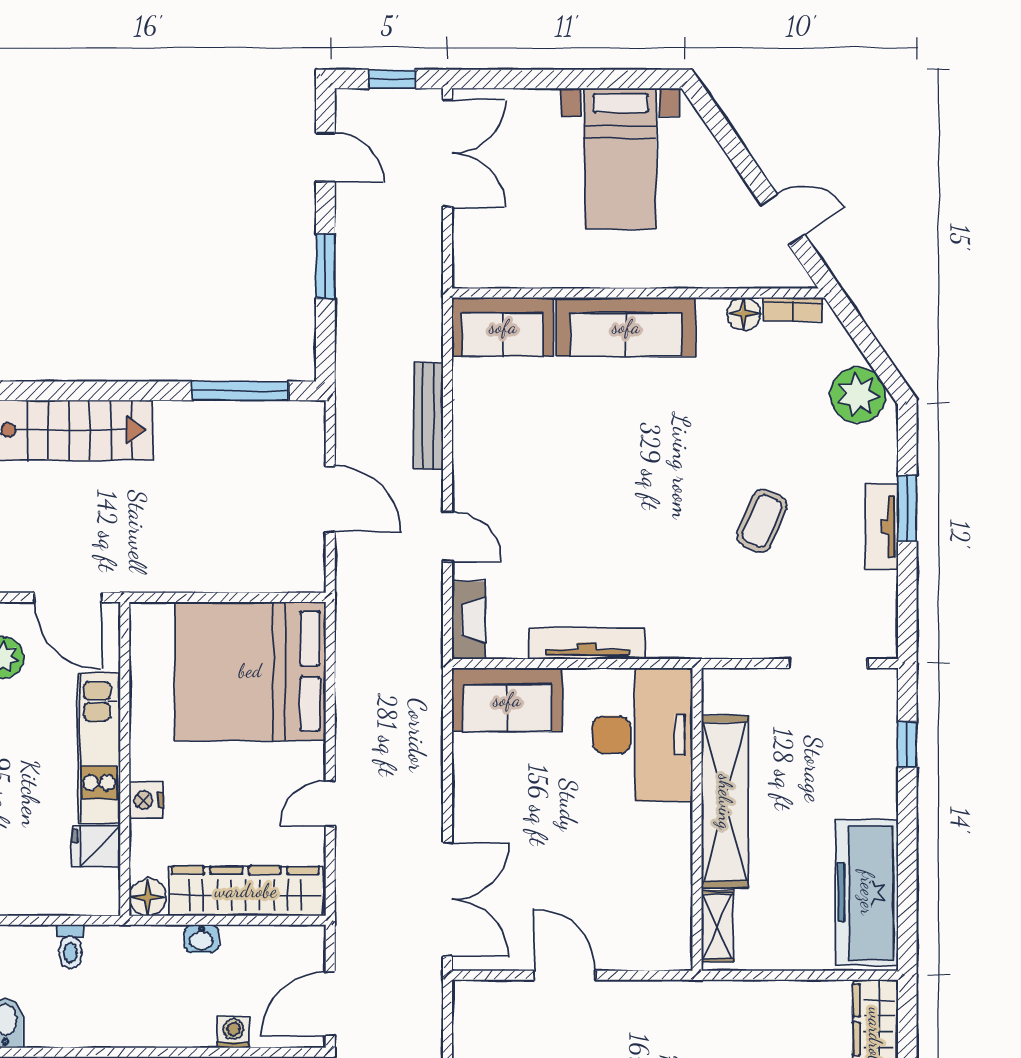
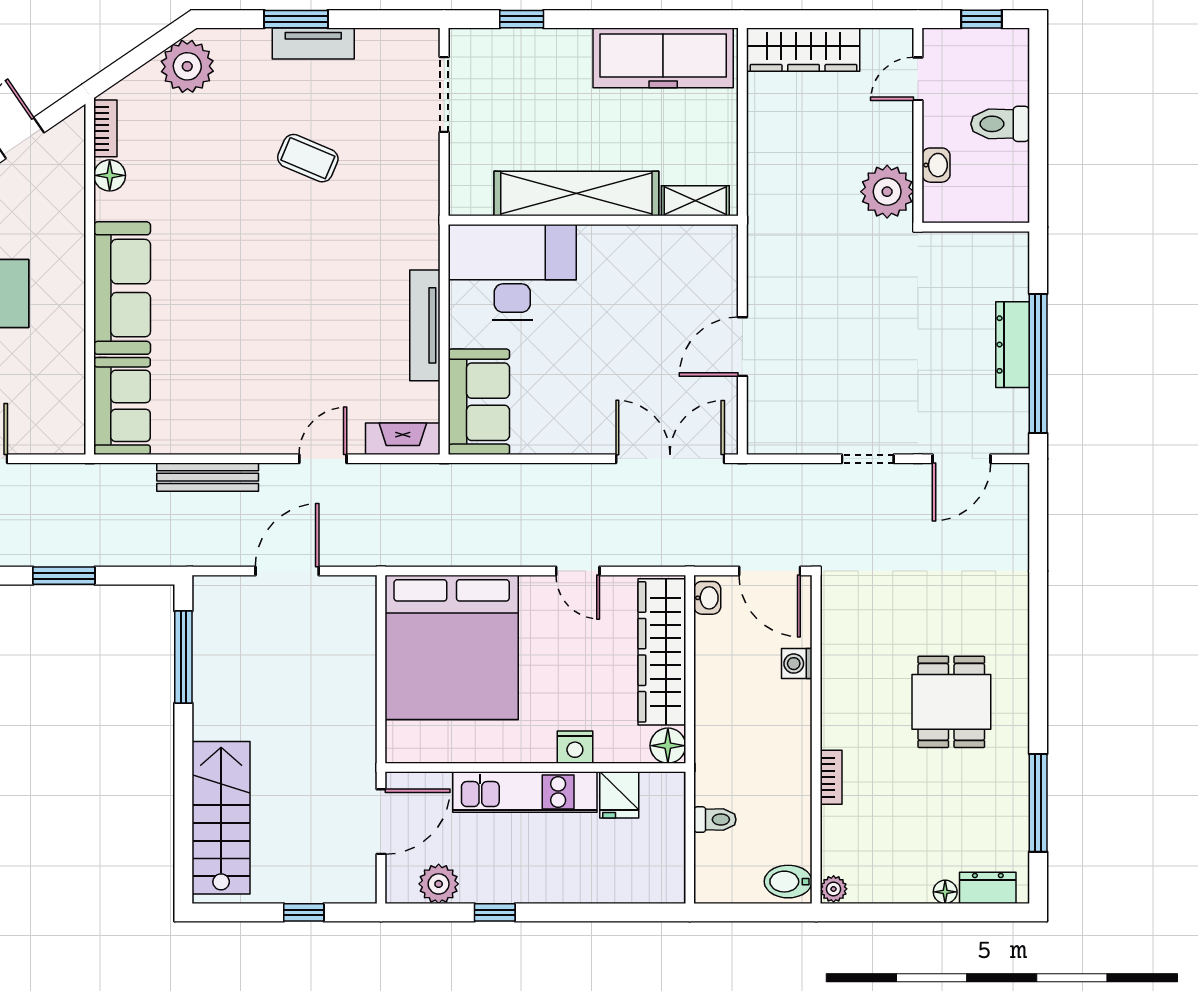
washbasin: (201, 939) -> (707, 598), moved

